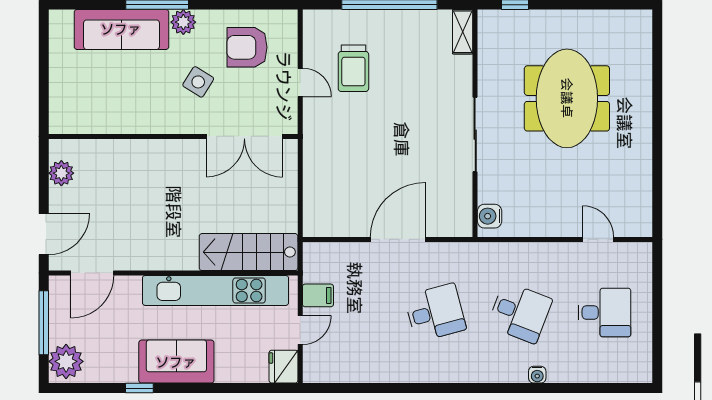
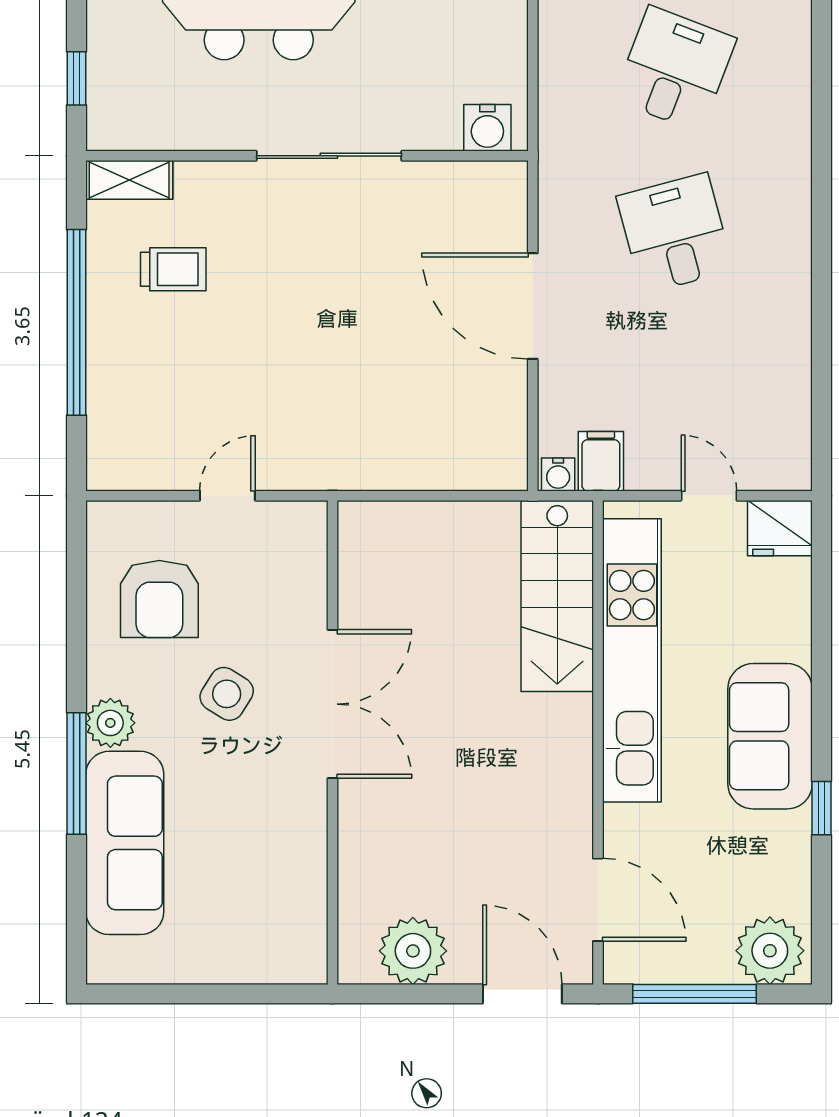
trolley: (353, 68) -> (173, 269), moved, width x0.73, depth x0.72
double door: (244, 136) -> (333, 704), moved
plant: (61, 173) -> (413, 951), width x1.36, depth x1.36
filing cabinet: (318, 295) -> (601, 461), moved
water cooler: (537, 375) -> (558, 474), moved, turned 90

